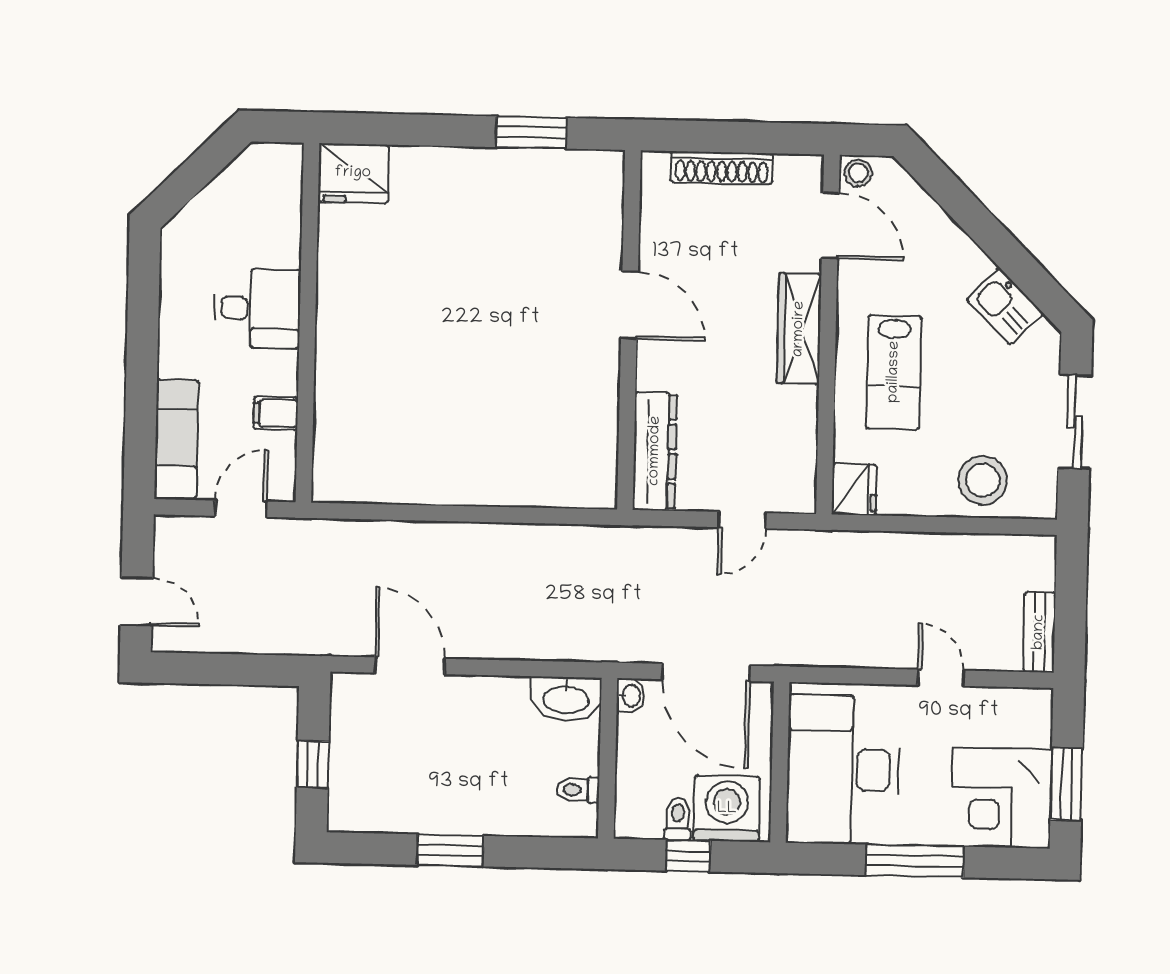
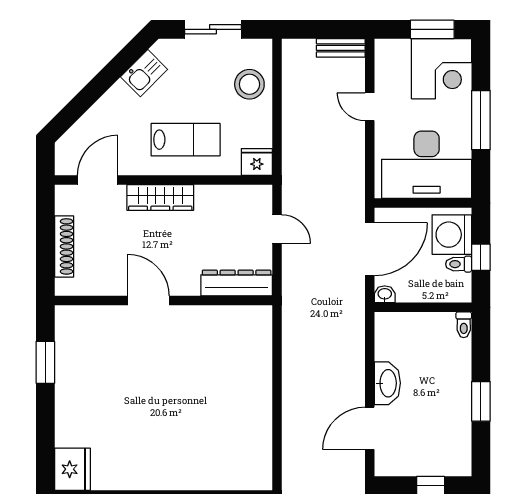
stool: (858, 173) -> (65, 164), removed
door: (629, 305) -> (148, 300), hinge flipped
door: (941, 678) -> (370, 107), hinge flipped
washbasin: (566, 699) -> (387, 383), moved
toilet: (578, 790) -> (464, 325), moved

